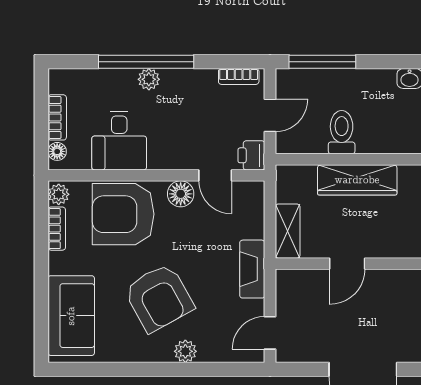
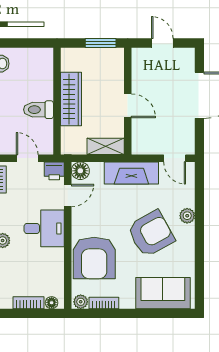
desk: (119, 141) -> (44, 228), moved
floor lamp: (181, 194) -> (80, 171), moved
fireplace: (252, 269) -> (131, 173), width x1.37, depth x1.32

